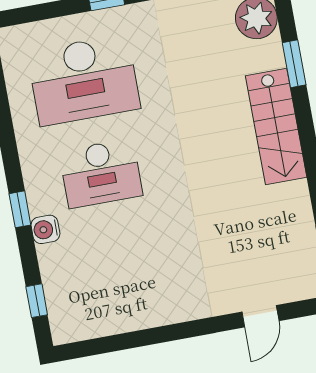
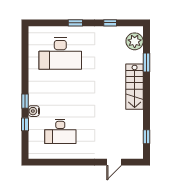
desk: (101, 173) -> (60, 131), moved
window: (37, 301) -> (25, 124), moved

